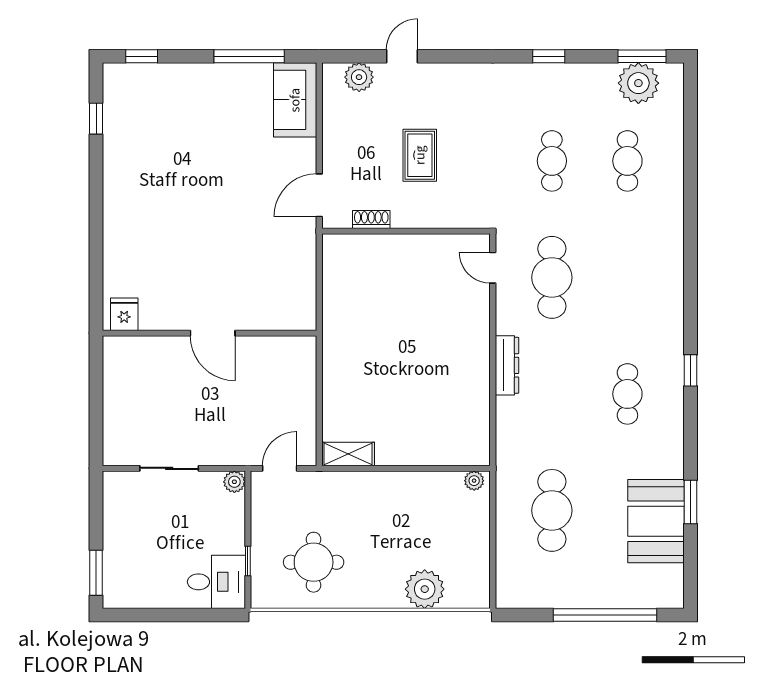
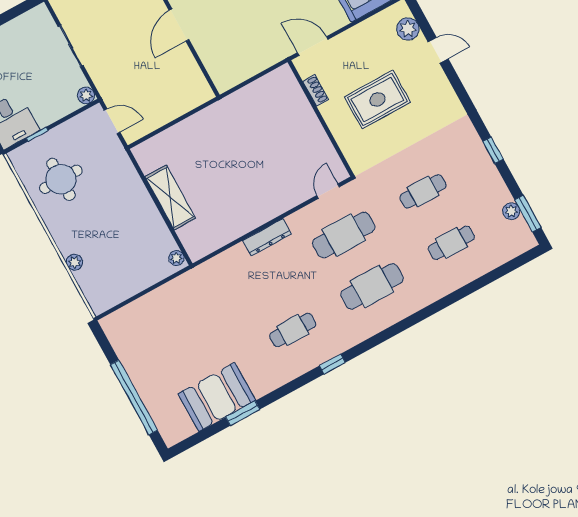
plant: (638, 83) -> (511, 211), width x0.53, depth x0.53
rug: (420, 155) -> (377, 99), width x1.36, depth x1.43
shelving: (348, 454) -> (170, 197), moved, width x1.50, depth x1.33
cafe table: (552, 510) -> (372, 286), moved
plant: (425, 589) -> (75, 262), width x0.53, depth x0.53

